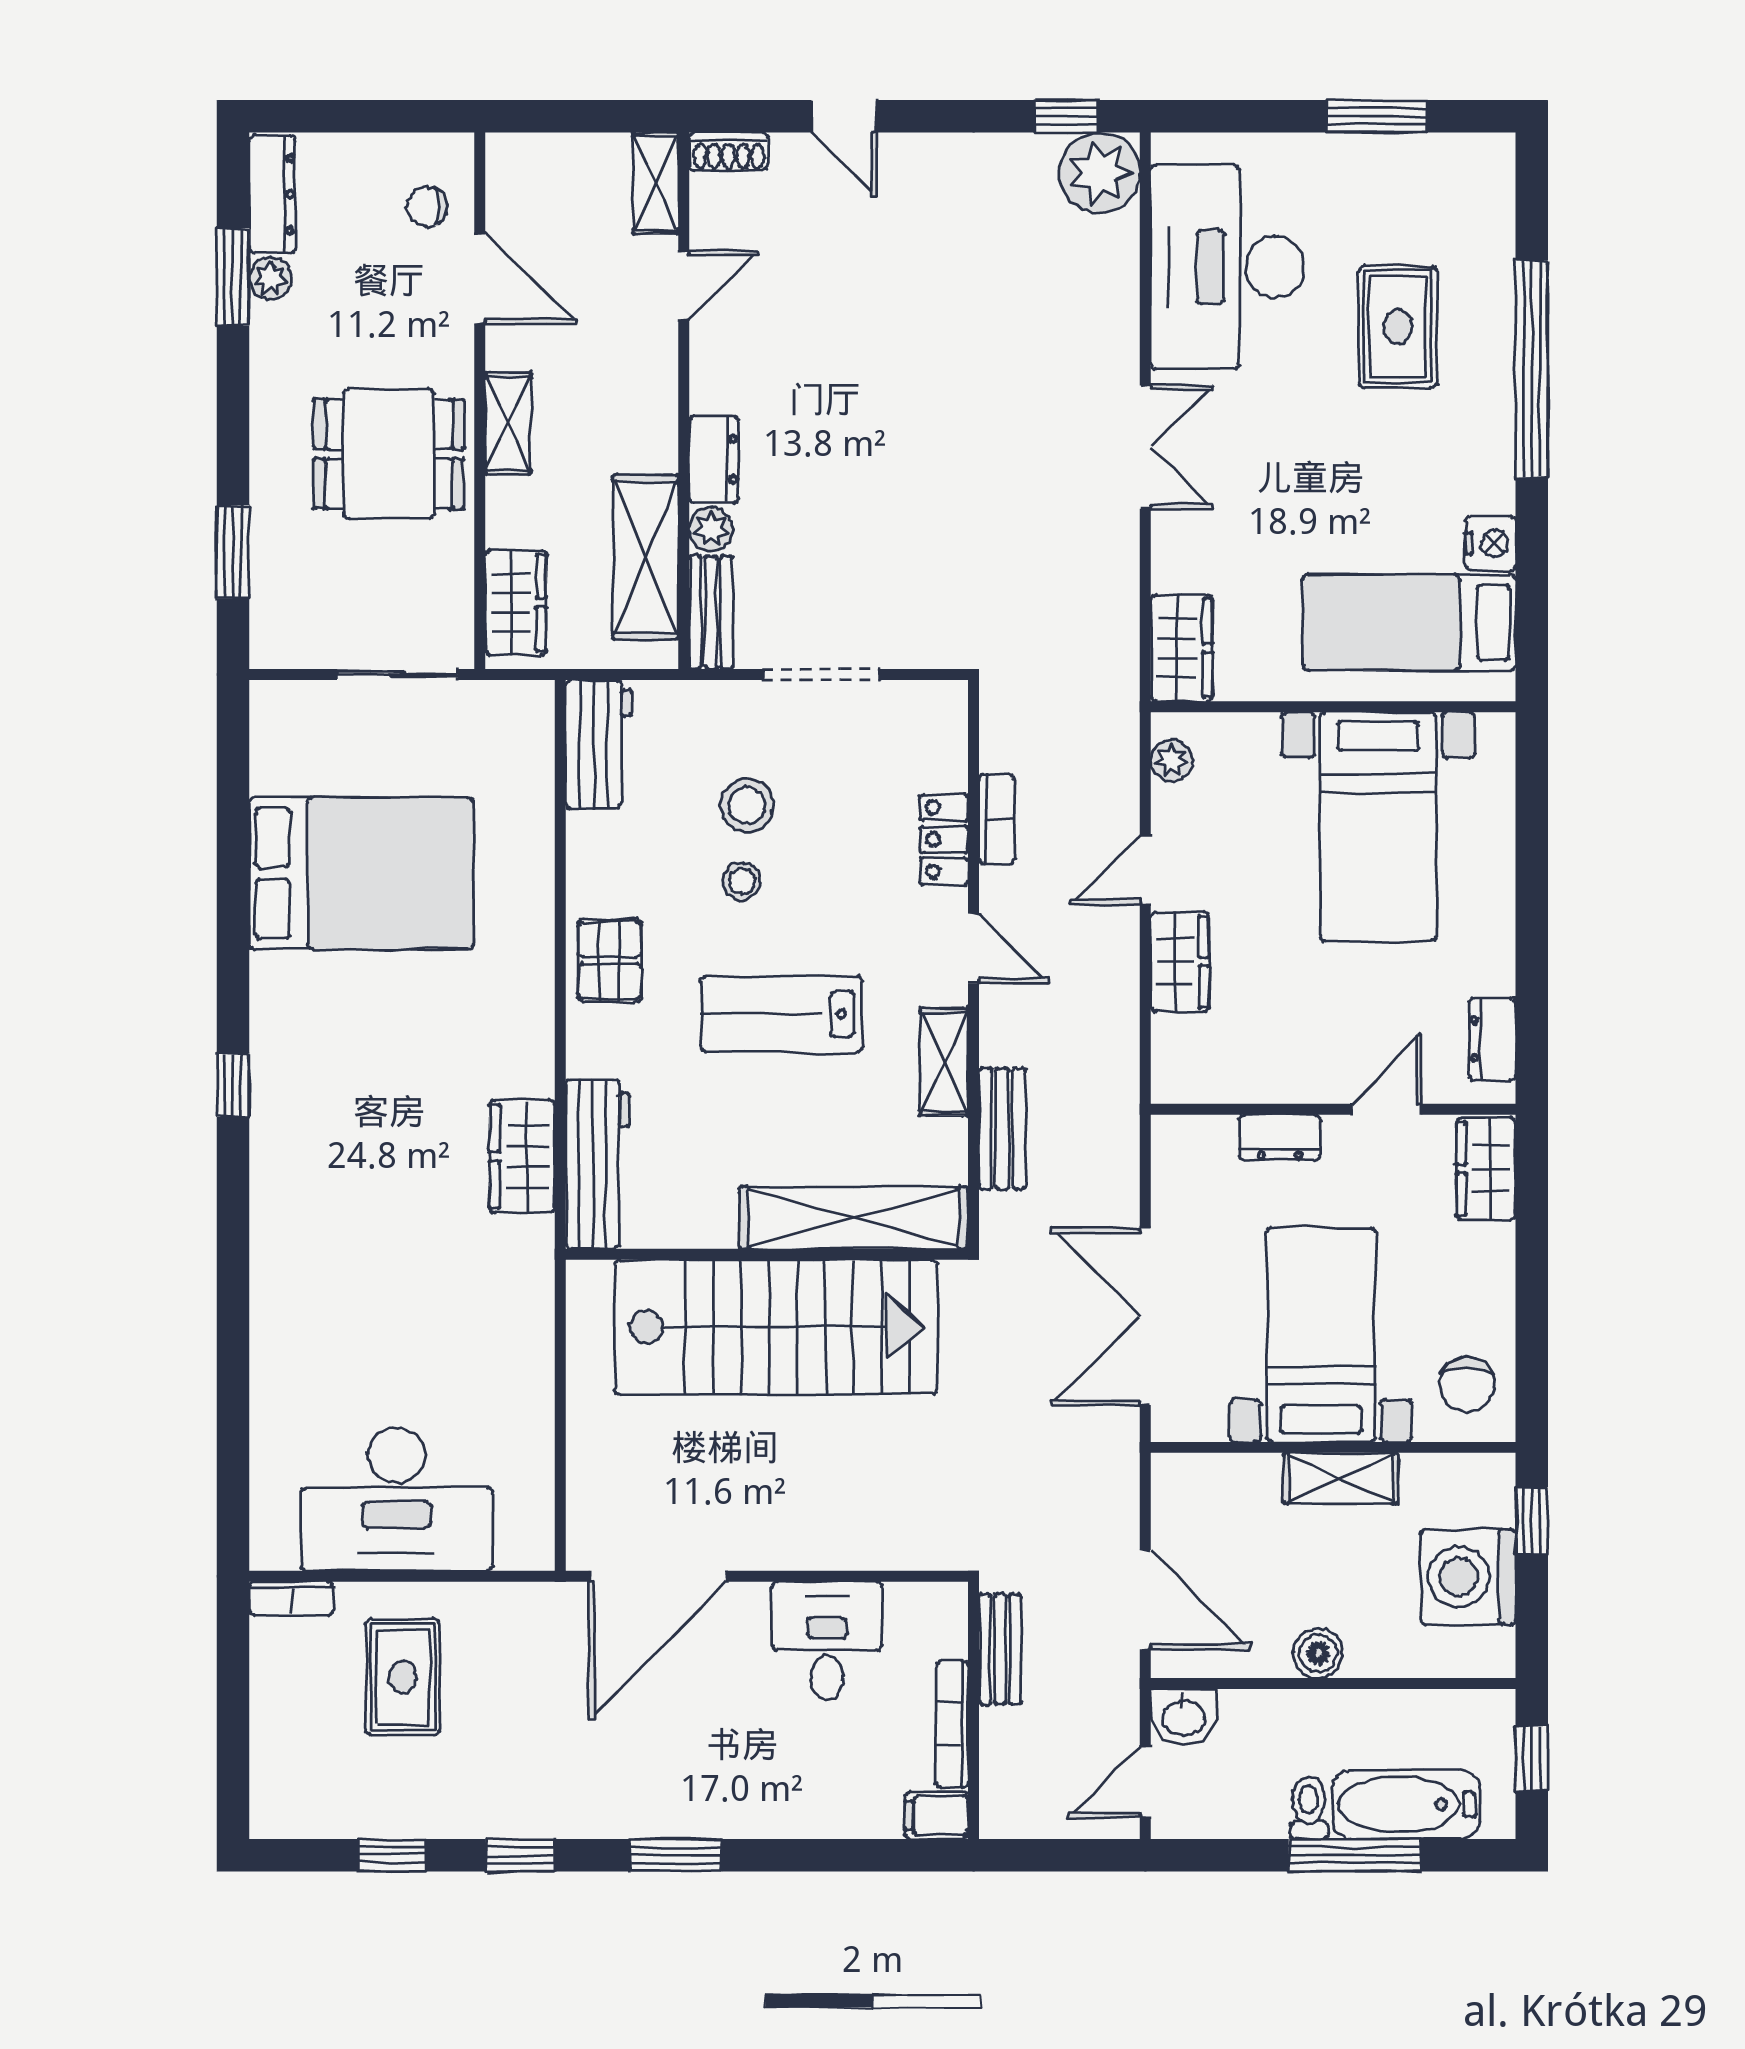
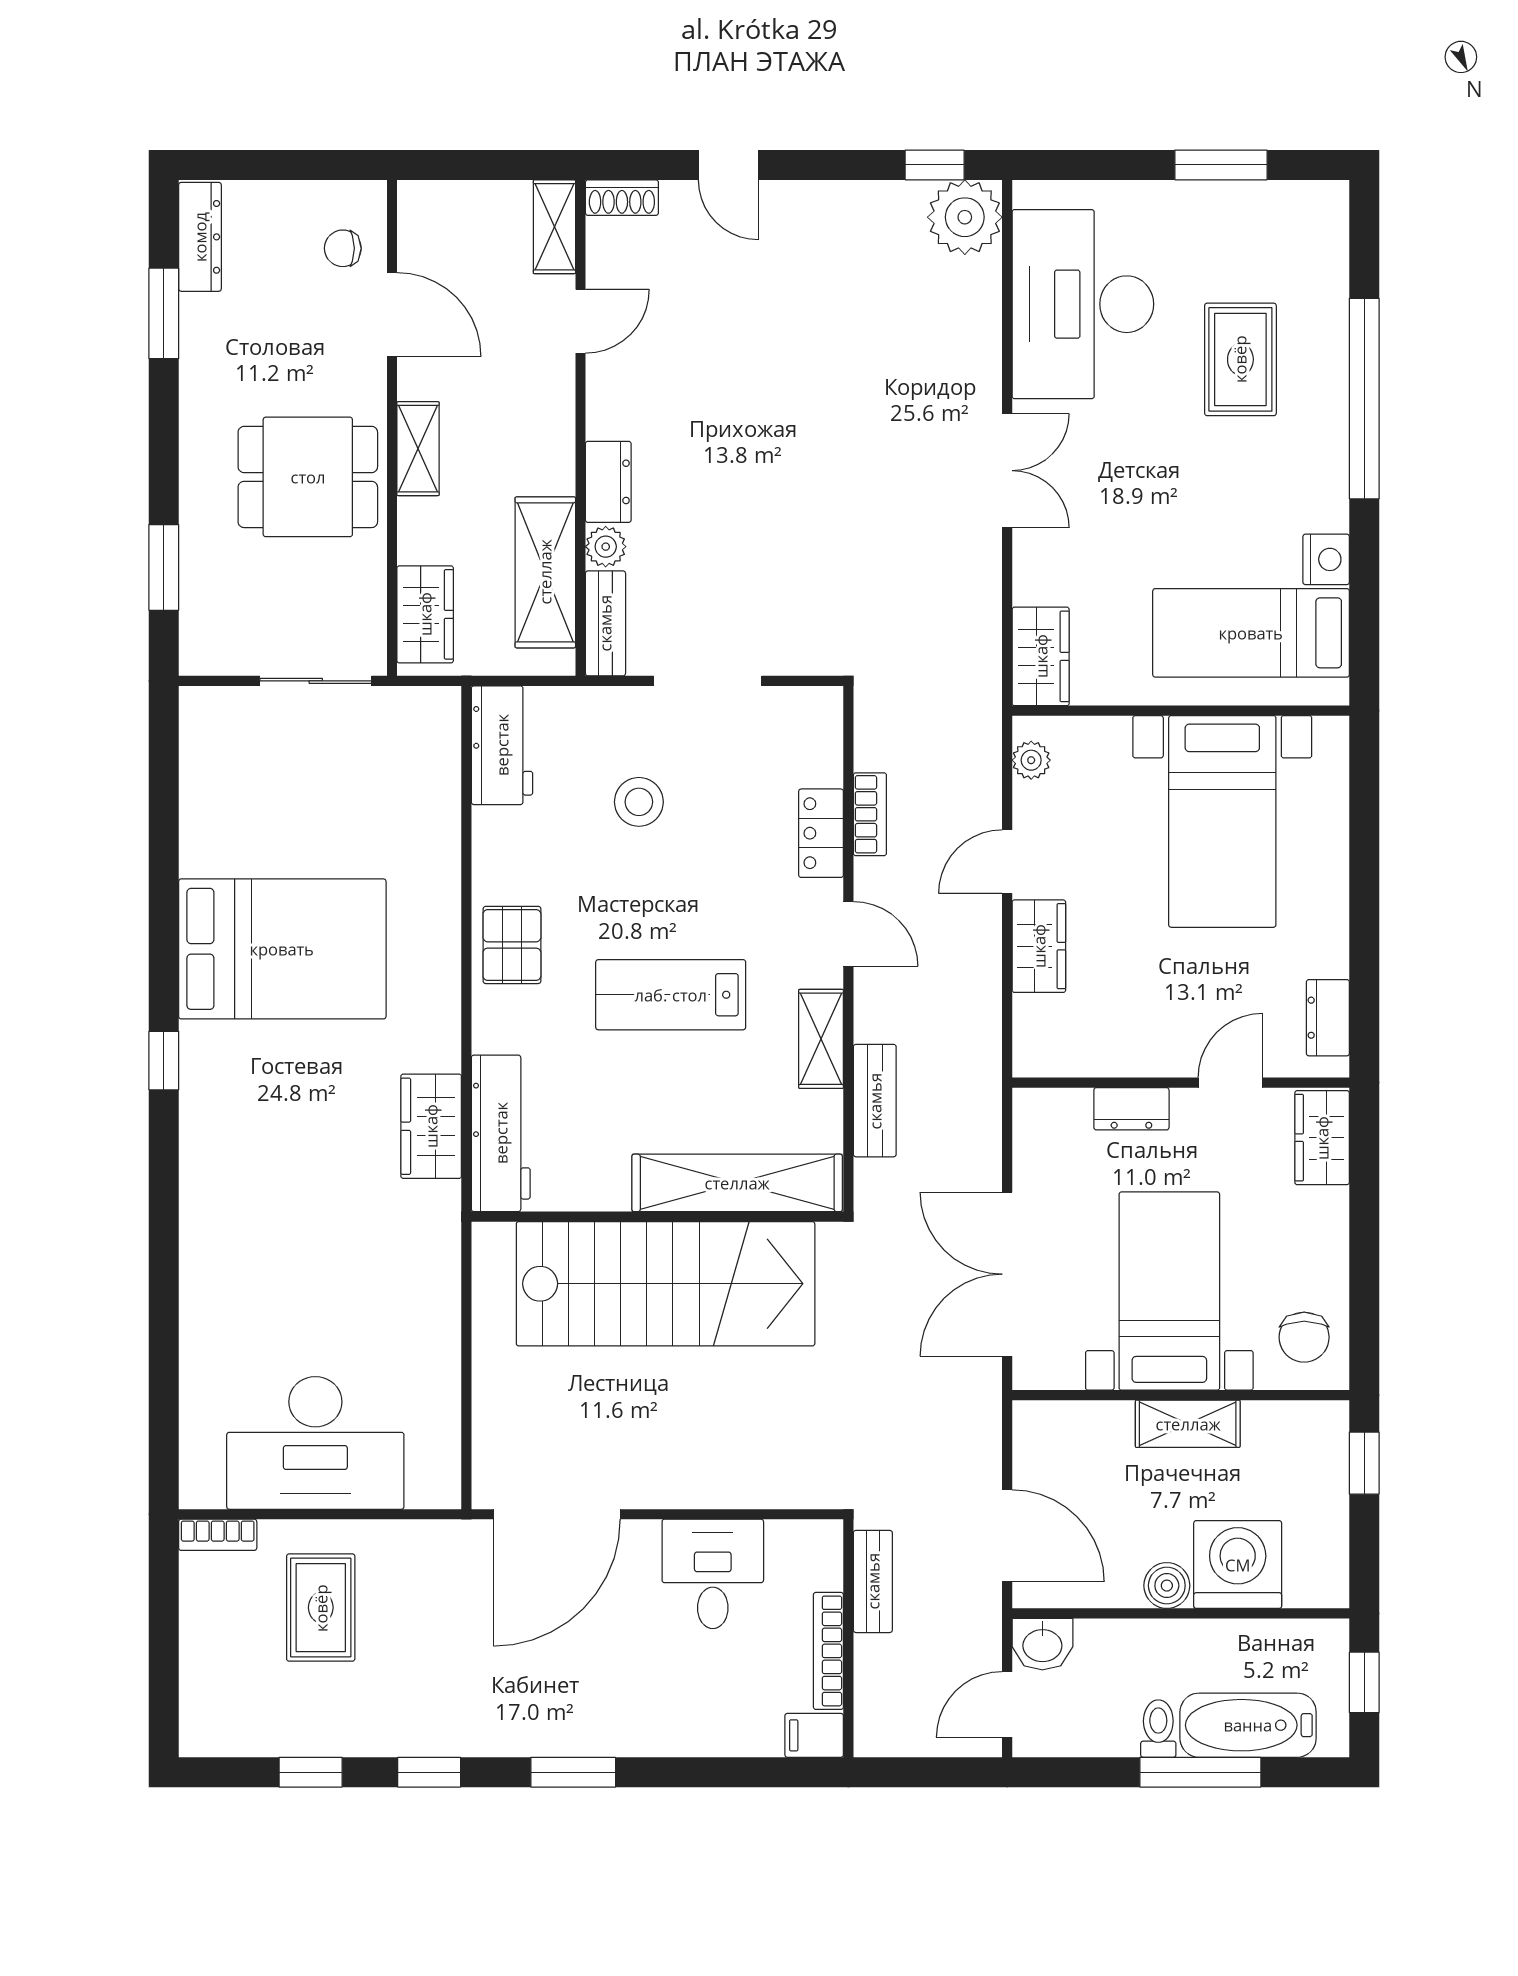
plant: (270, 278) -> (198, 315), removed
bed: (361, 873) -> (282, 949), moved
stool: (742, 881) -> (634, 872), removed
washing machine: (1468, 1577) -> (1238, 1565), moved, turned 90

